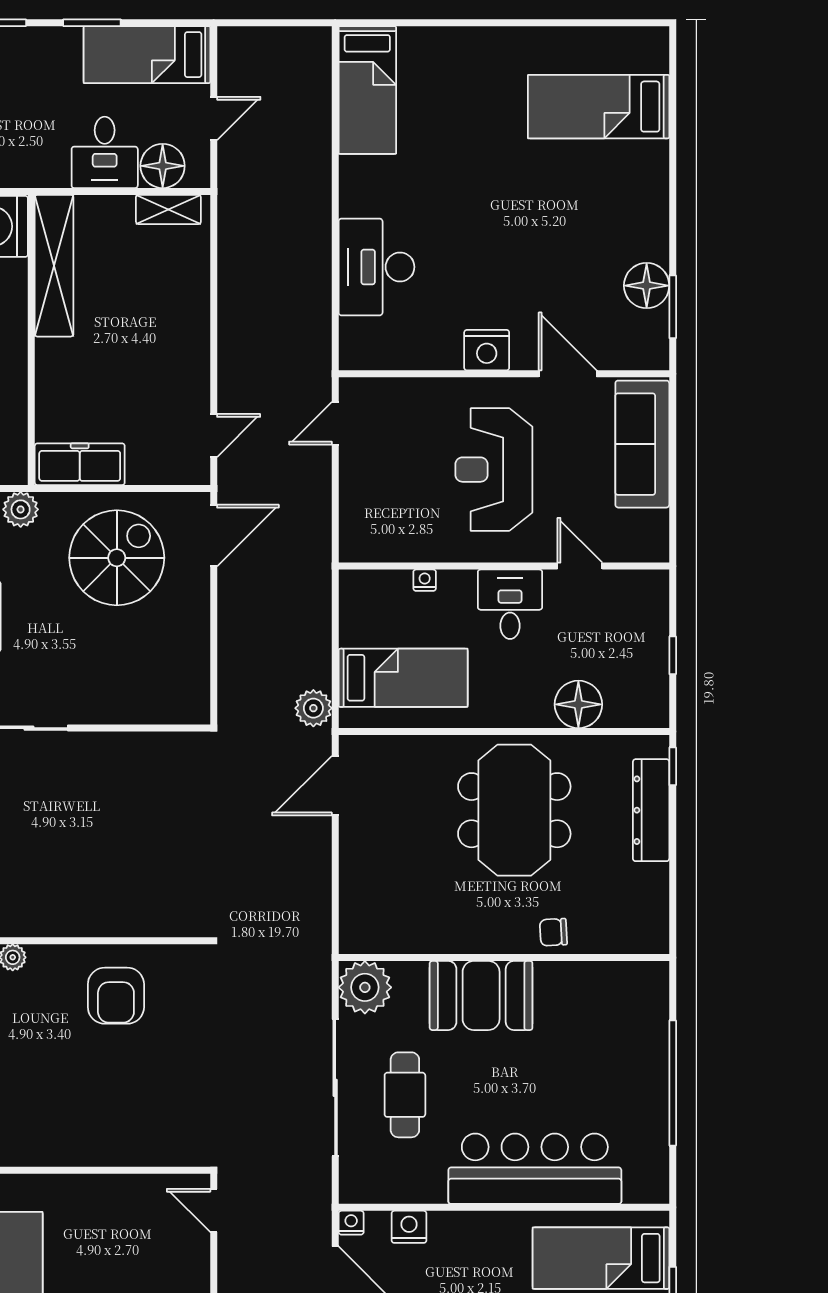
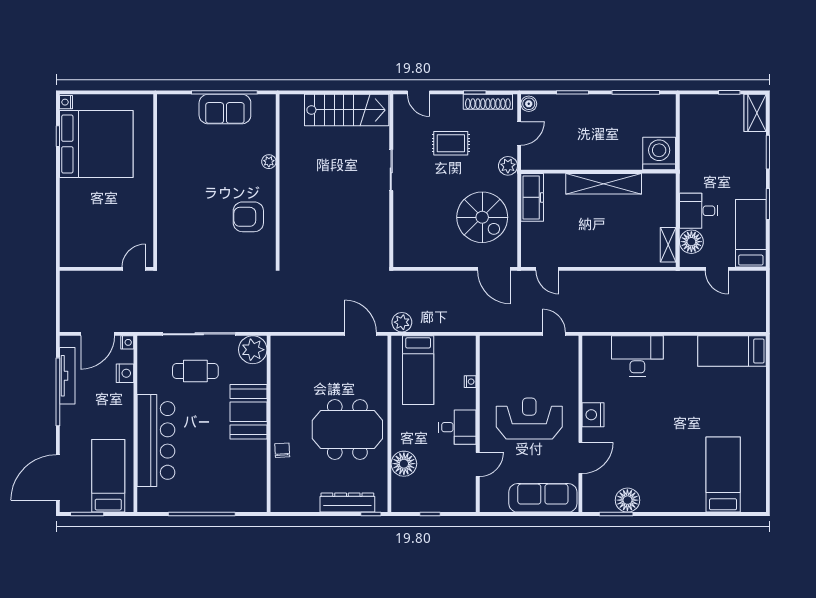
shelving: (54, 266) -> (604, 184), moved

